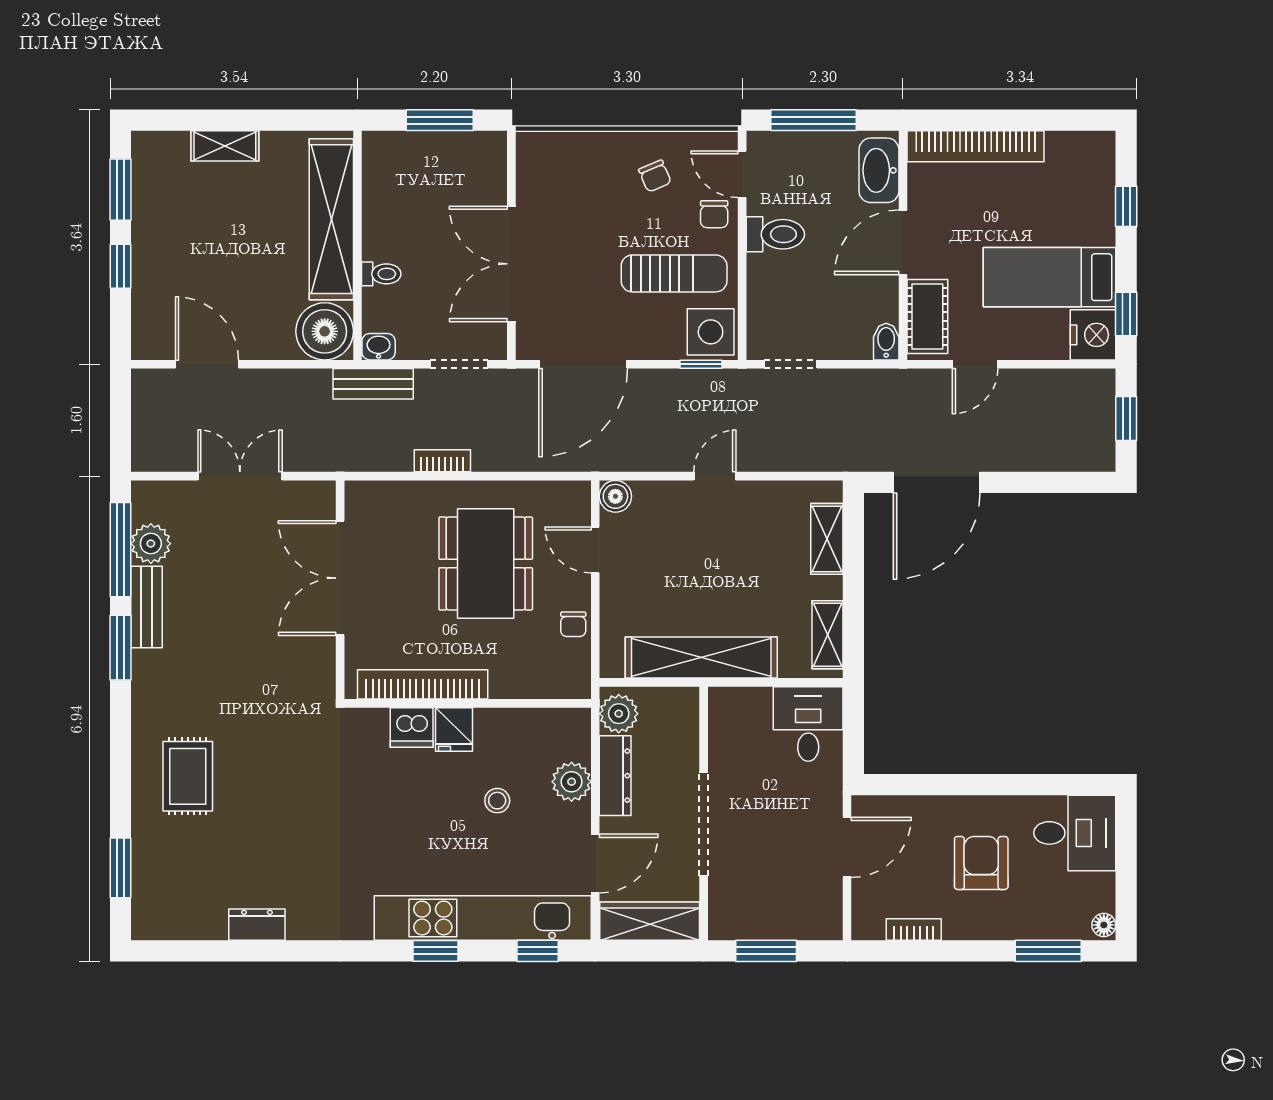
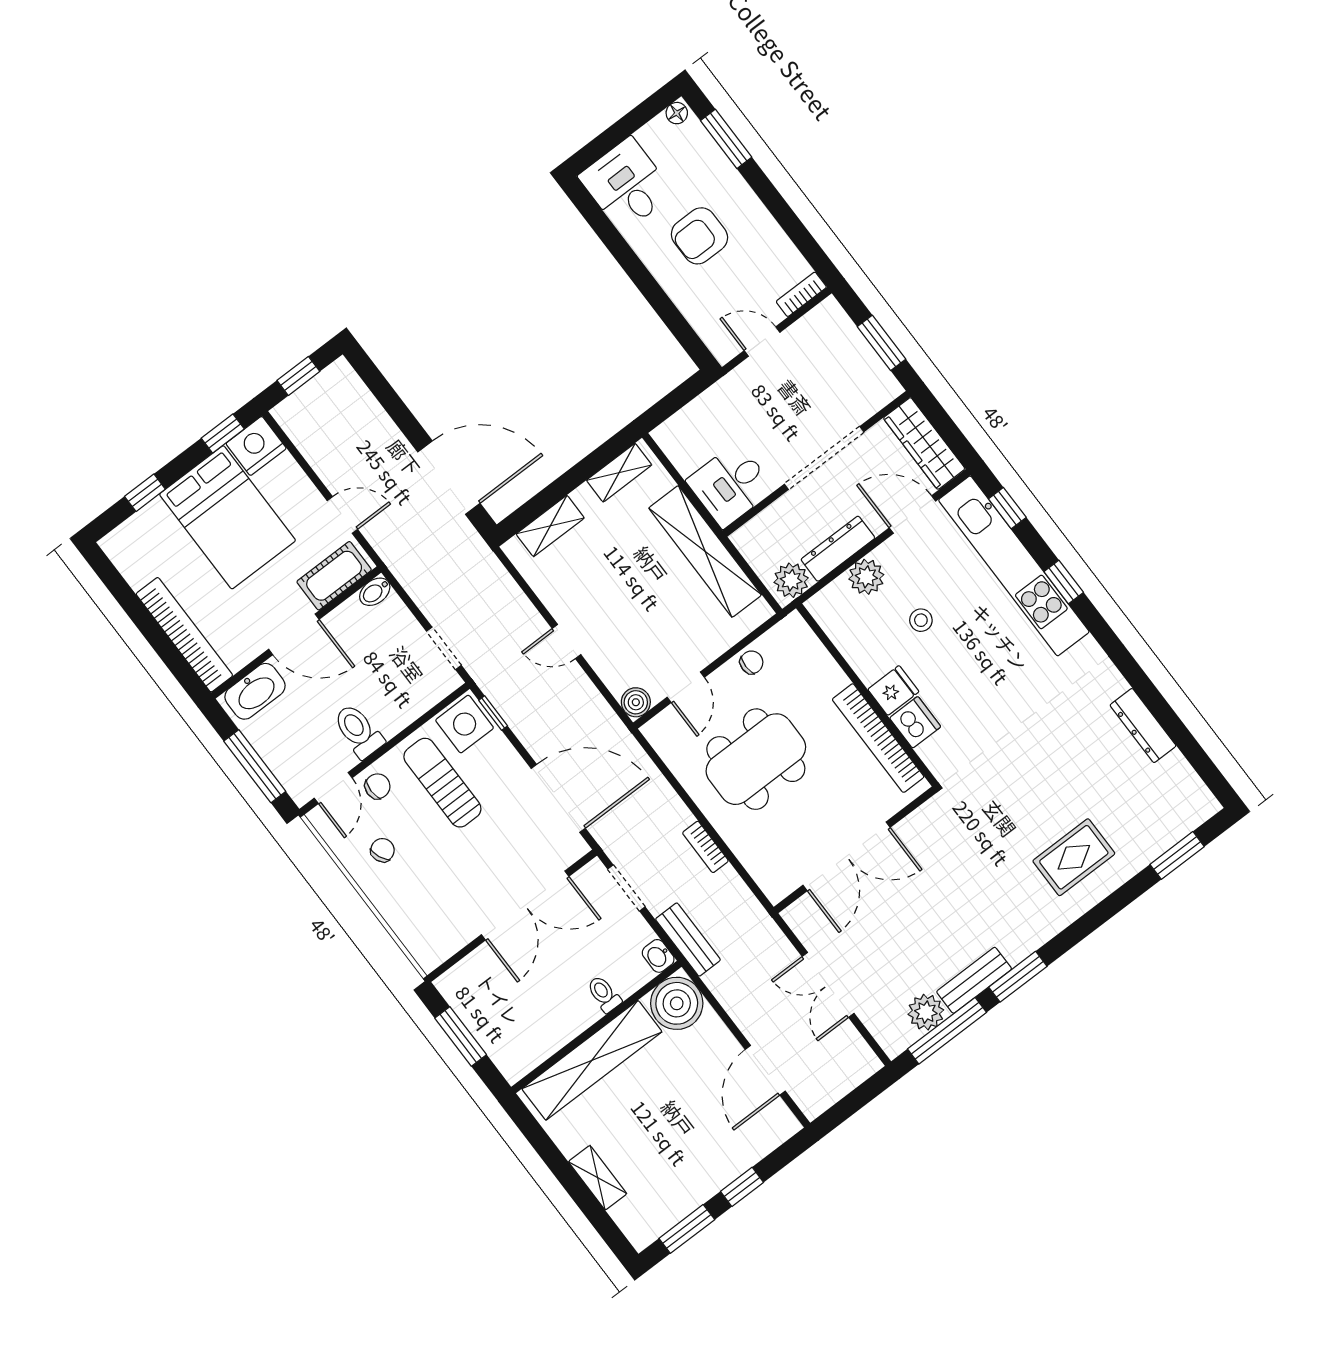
bed: (1049, 277) -> (228, 517), width x1.50
desk: (808, 724) -> (730, 485), moved
door: (847, 847) -> (762, 341), width x0.73
dresser: (257, 925) -> (1143, 726), width x1.44
bookcase: (914, 930) -> (801, 294), moved, turned 90

